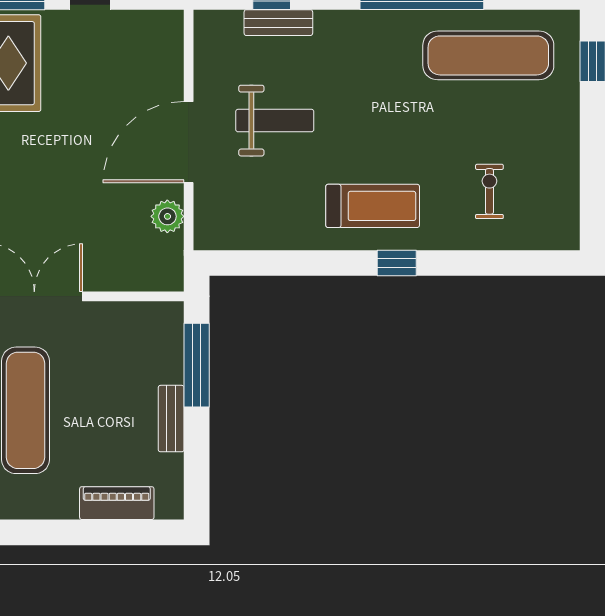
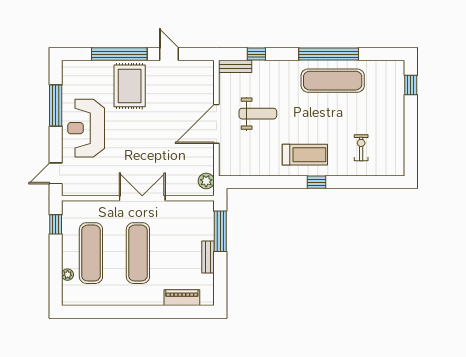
bench: (278, 23) -> (235, 66), moved
exercise mat: (488, 55) -> (333, 81), moved
plant: (167, 216) -> (206, 181), moved

